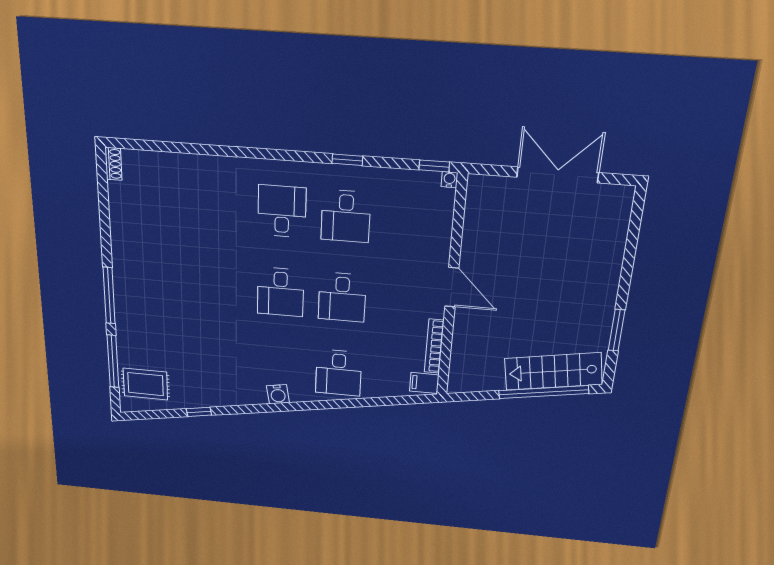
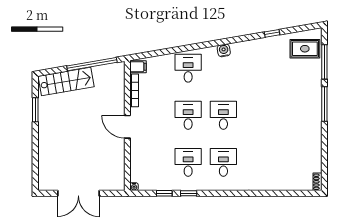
window: (434, 166) -> (164, 193), moved
desk: (282, 211) -> (223, 162), turned 180
window: (544, 392) -> (92, 64), moved

